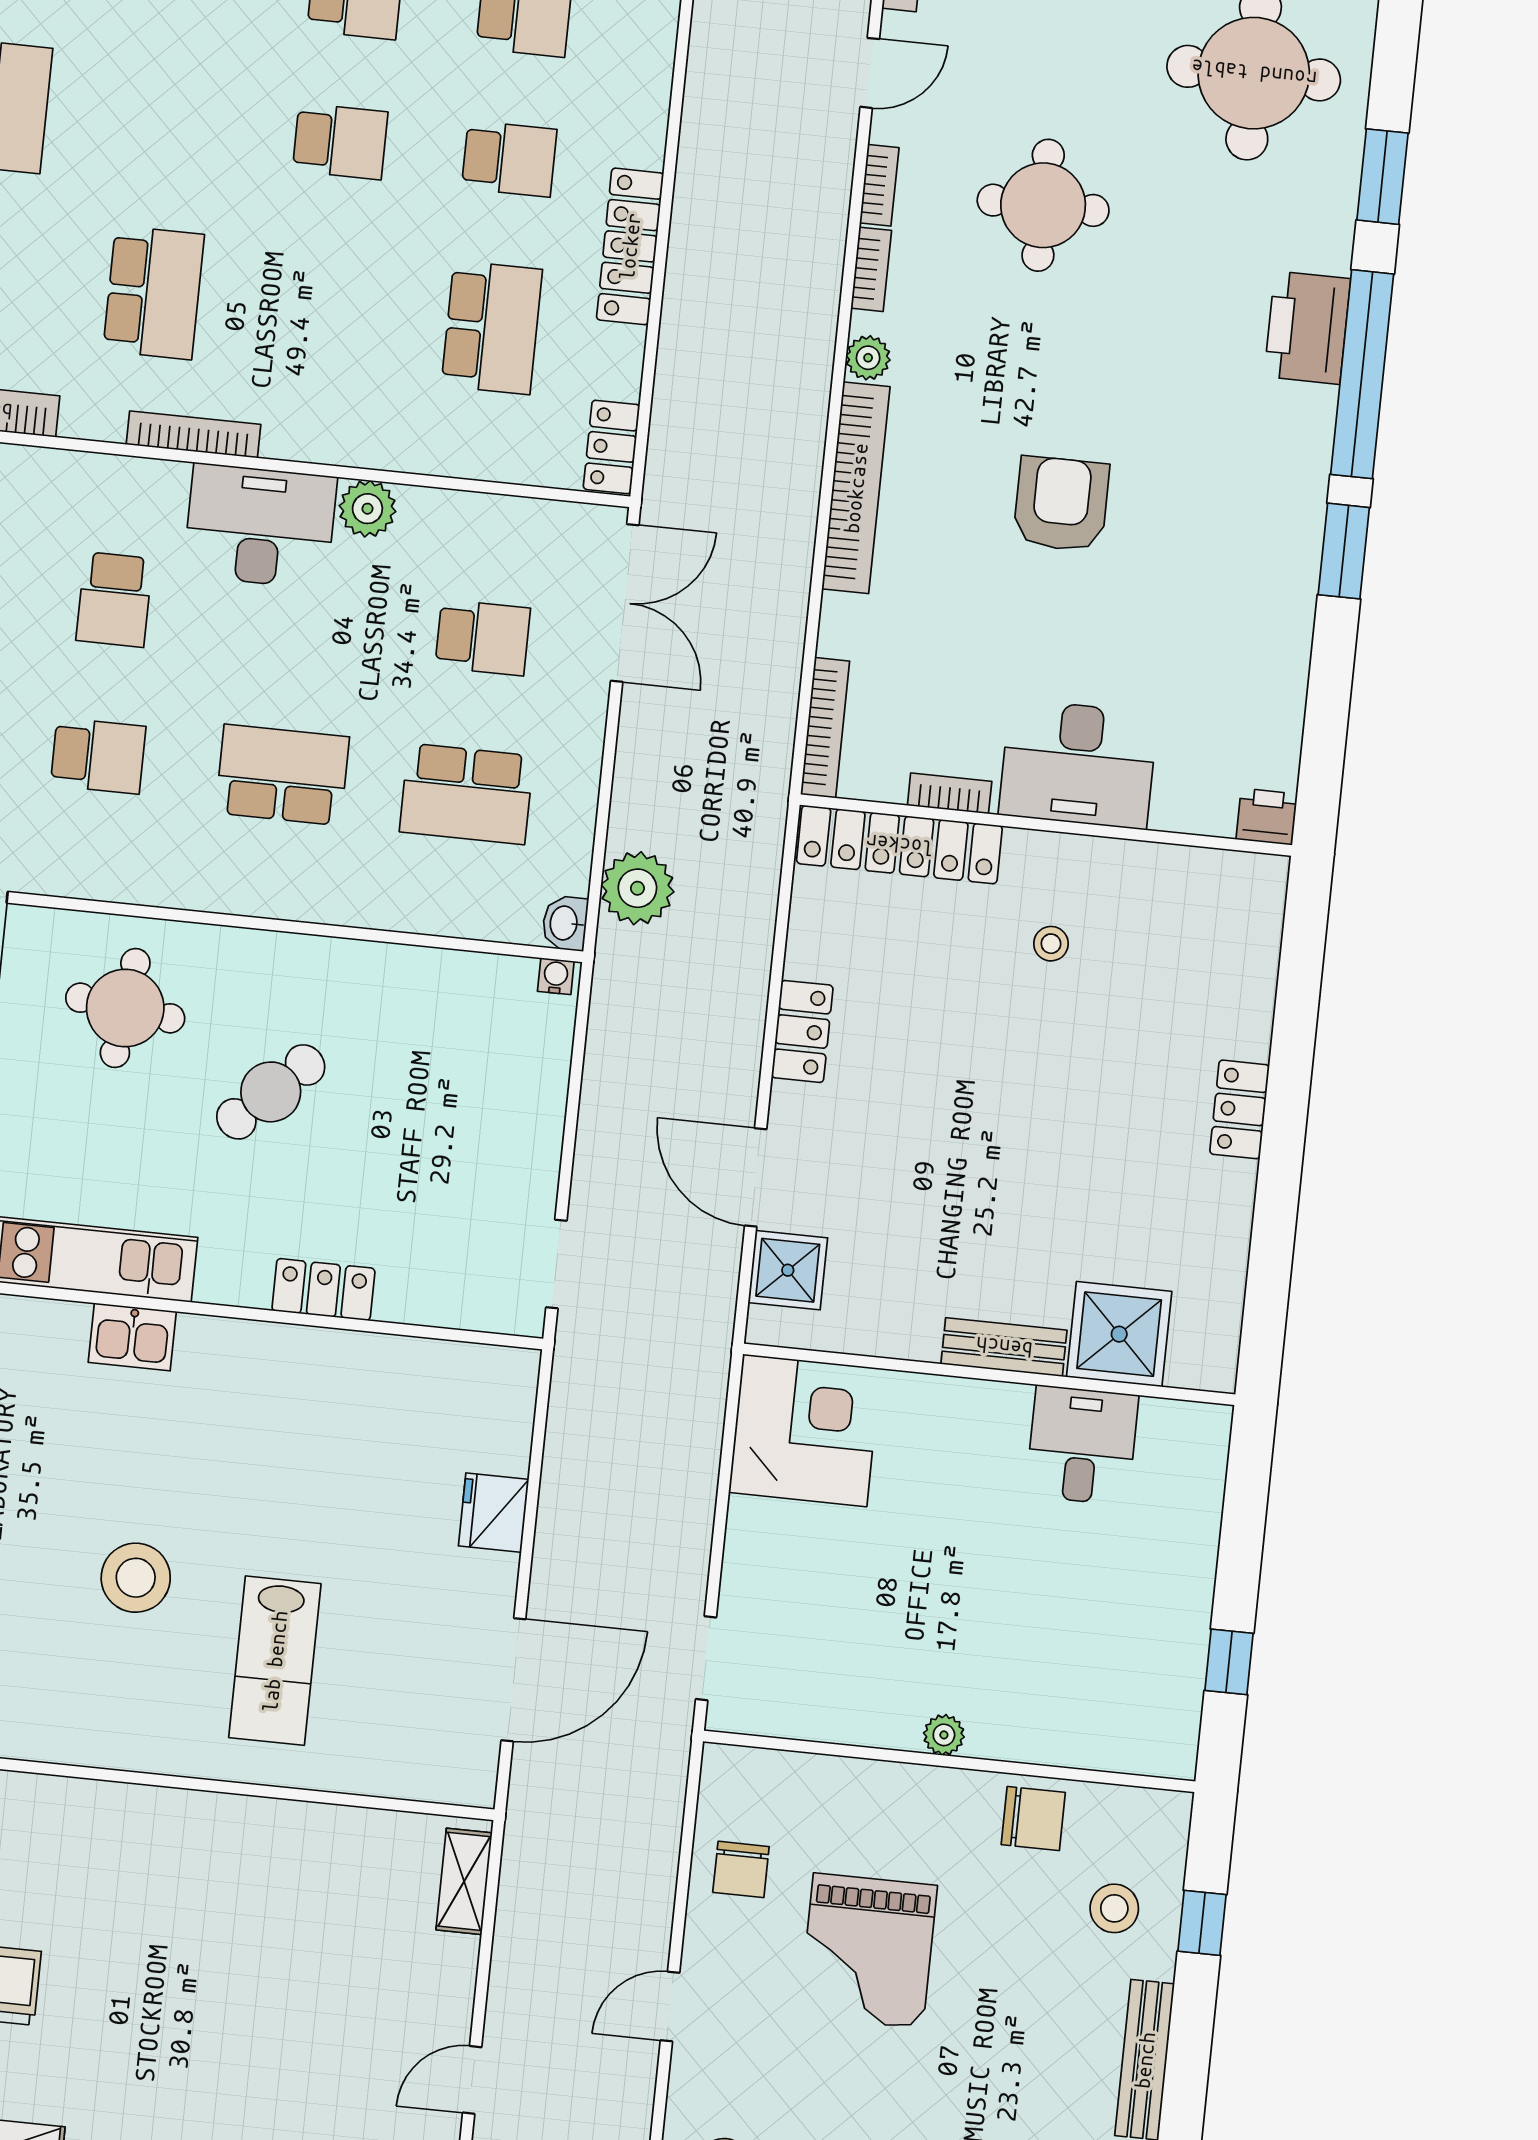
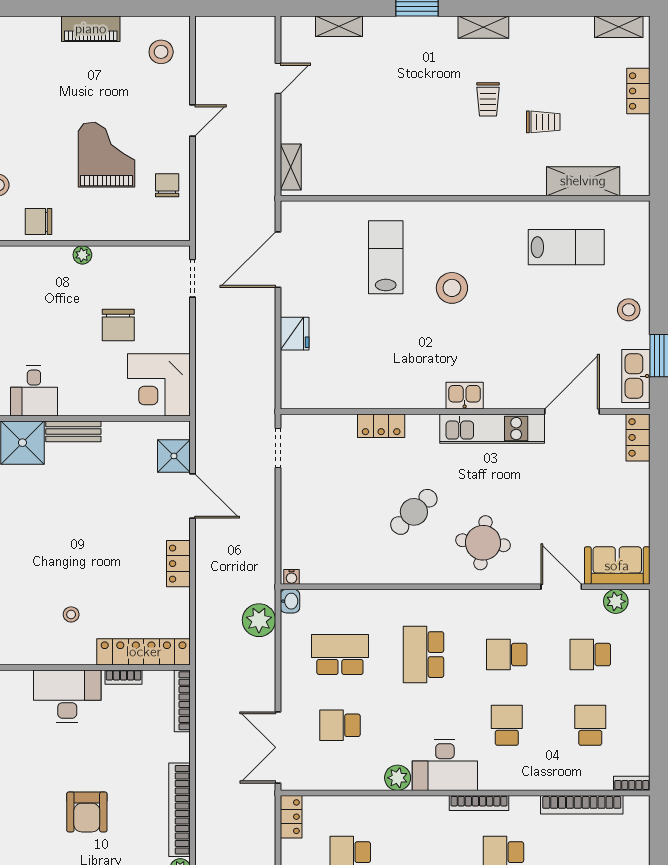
school desk: (282, 775) -> (423, 655), turned 90
chair: (881, 1572) -> (118, 325), added

